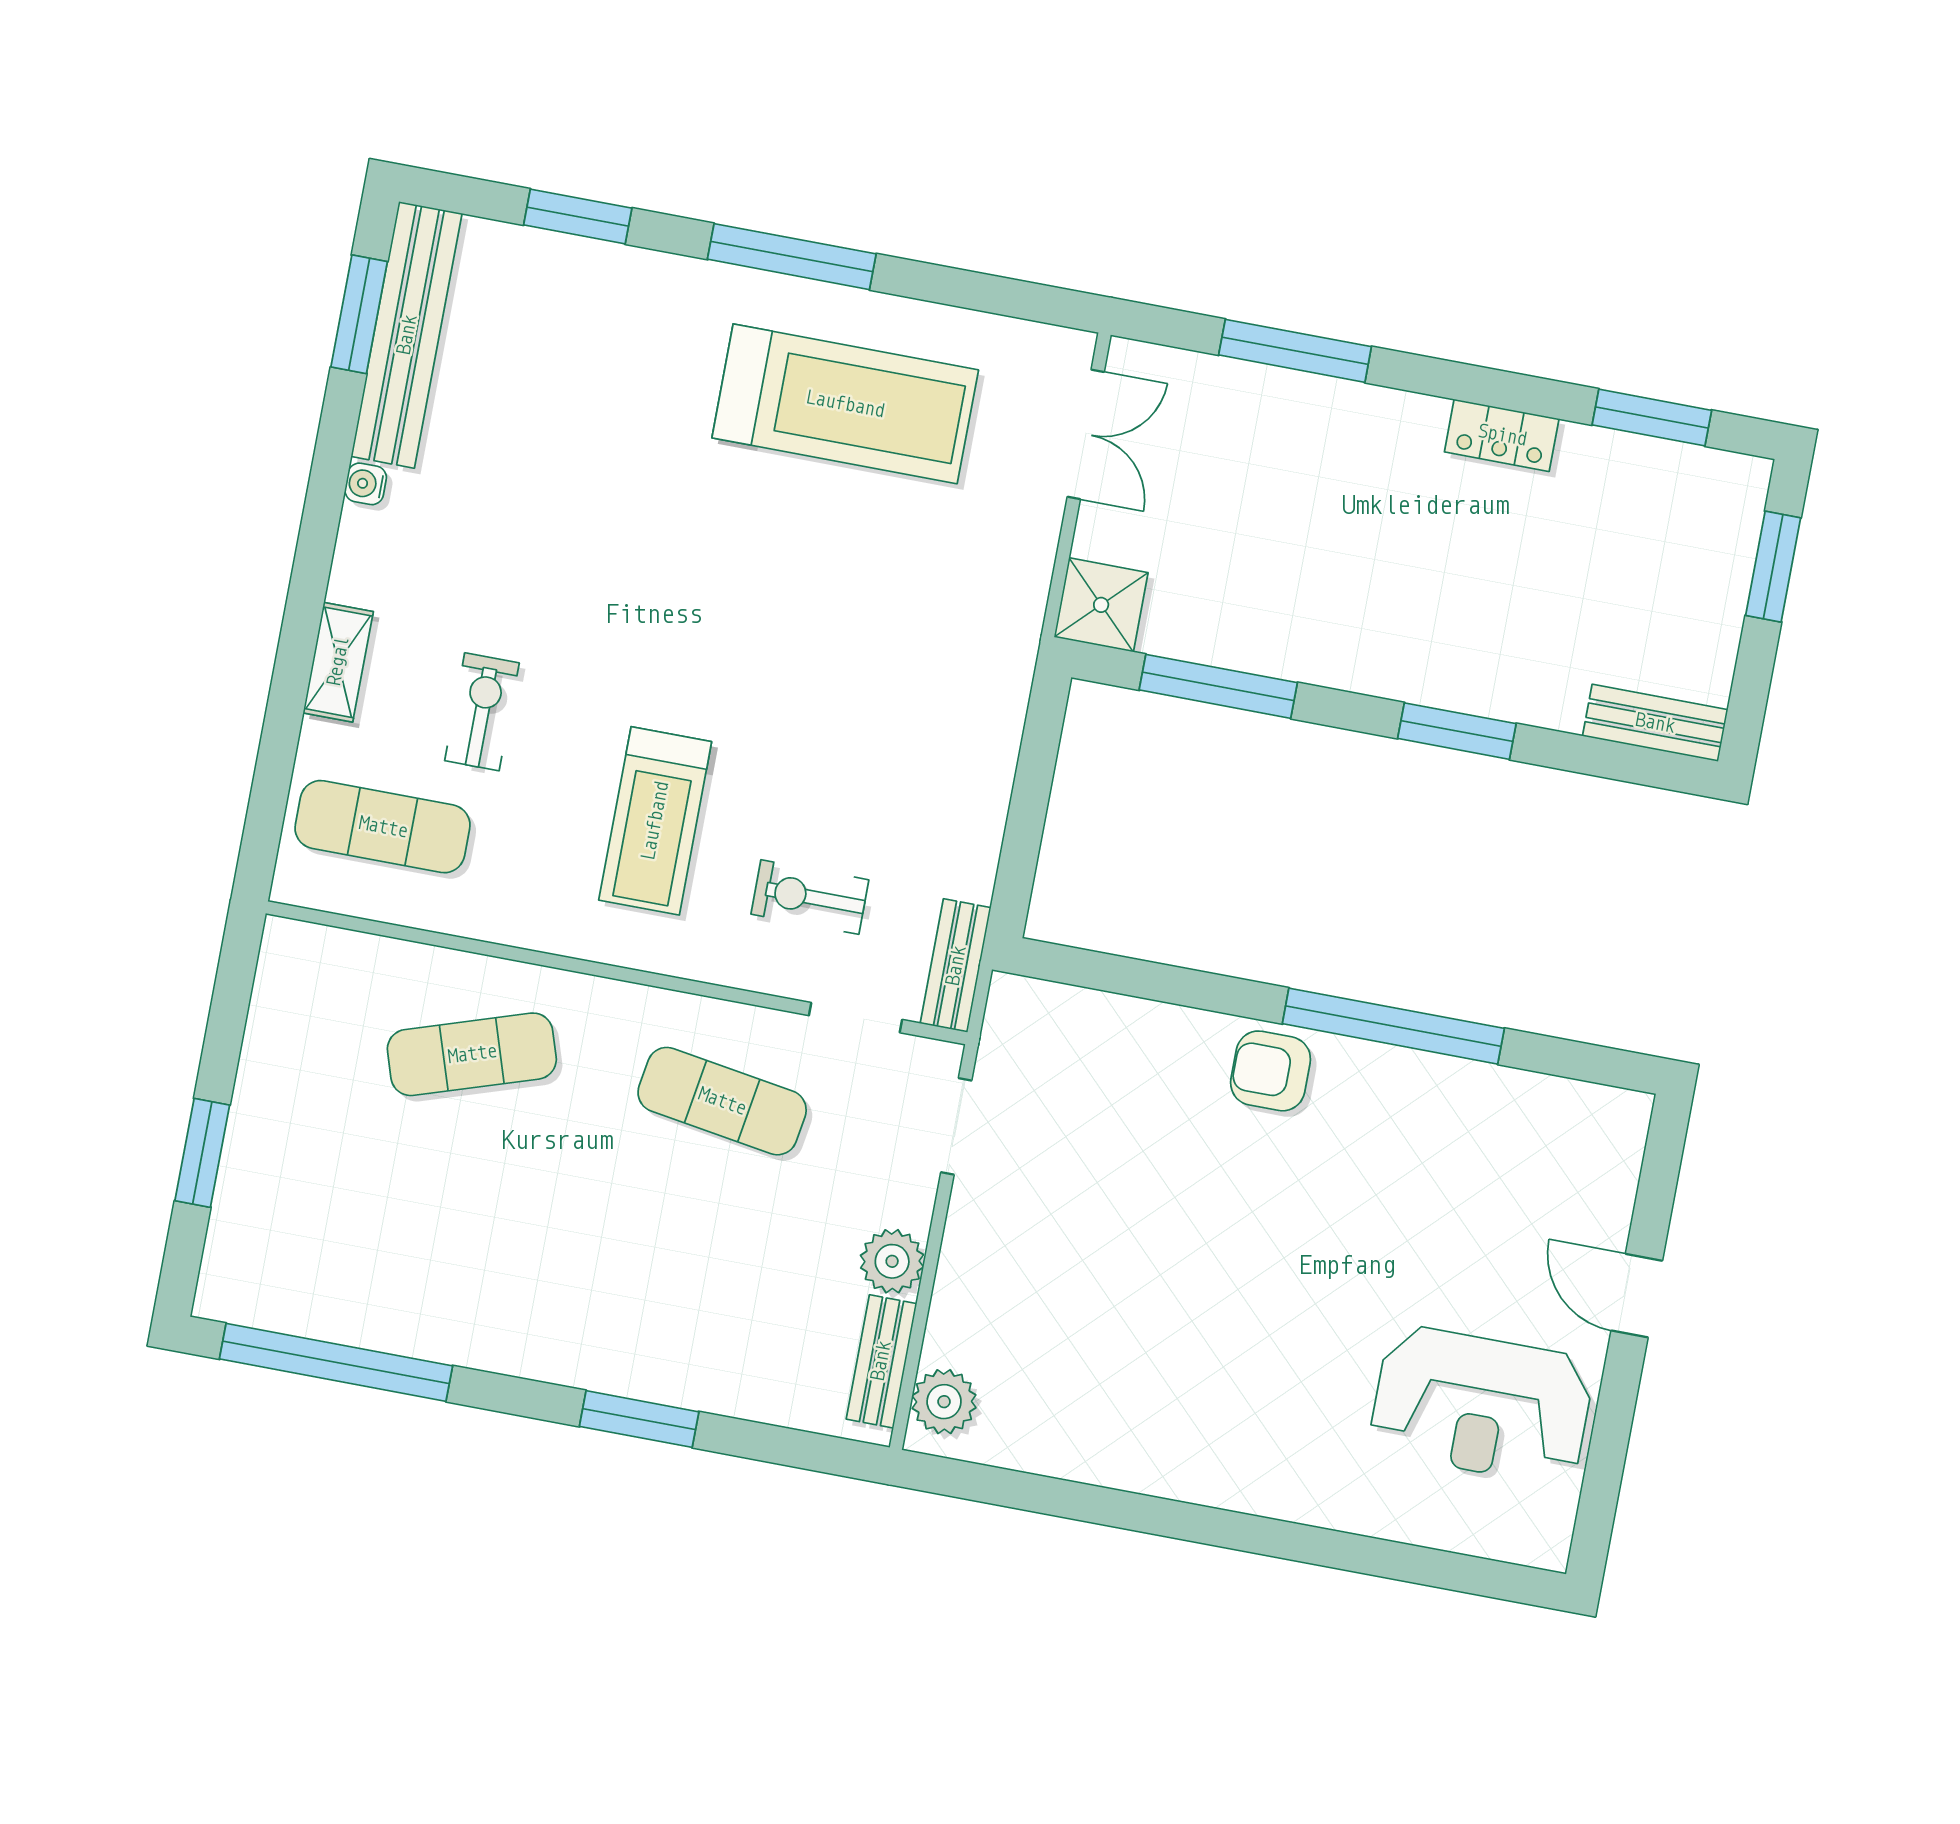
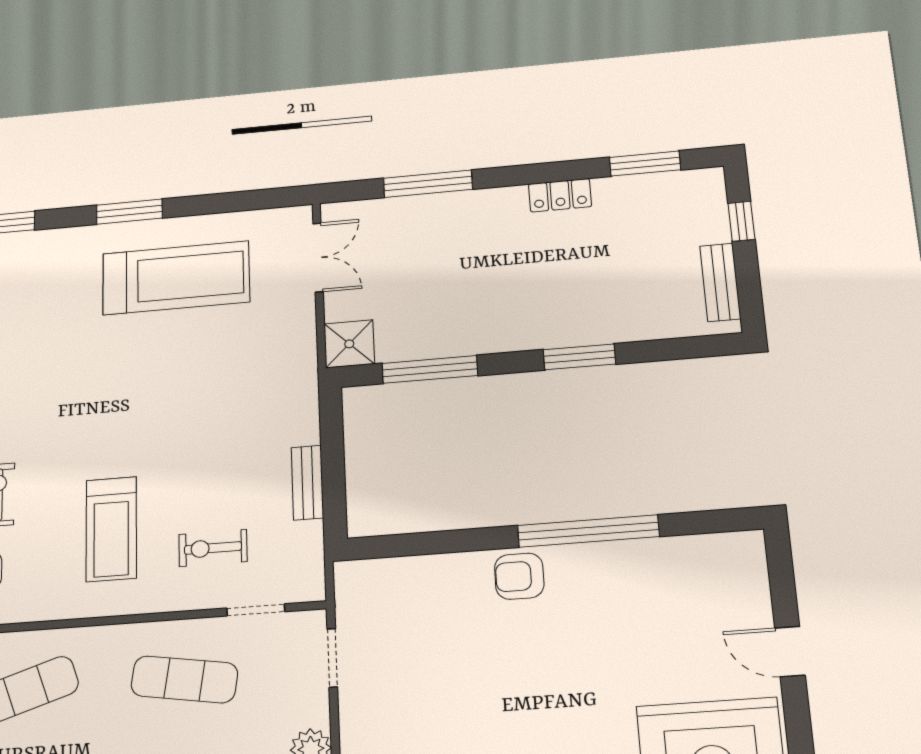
window: (792, 257) -> (129, 212), width x0.69
window: (1773, 567) -> (741, 221), width x0.67
bench: (1655, 723) -> (720, 282), moved, turned 90
bench: (956, 966) -> (307, 483), moved

